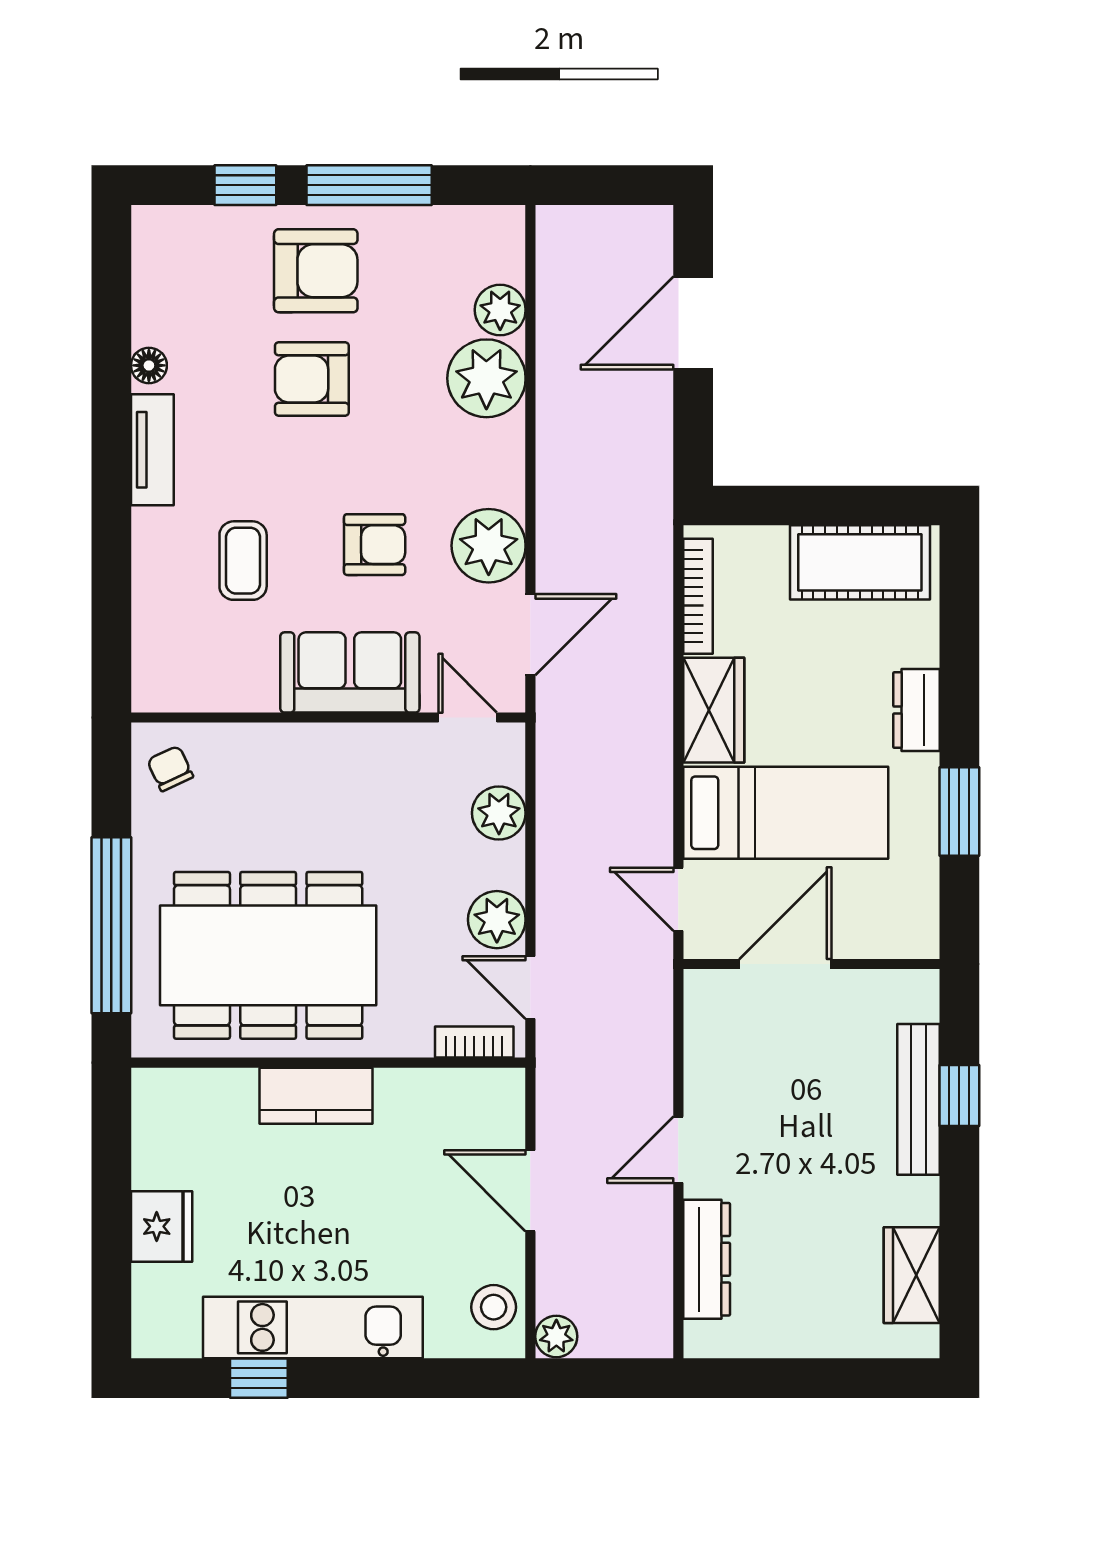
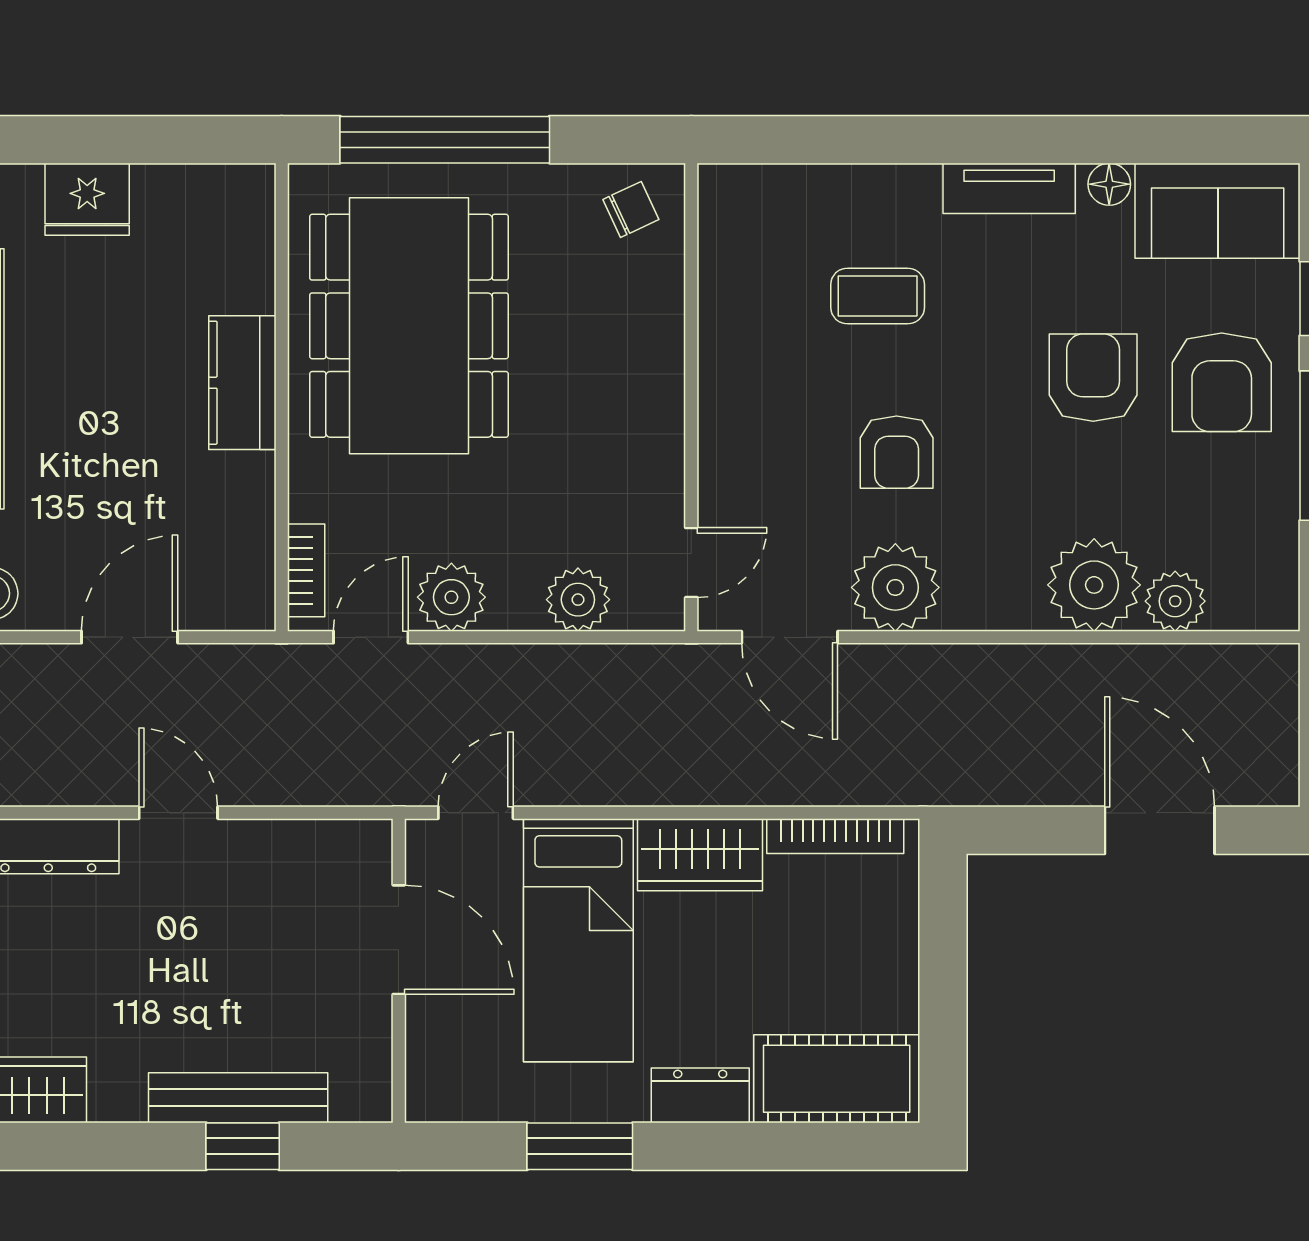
cot: (860, 562) -> (837, 1079), moved, turned 90
sofa: (350, 672) -> (1218, 211), moved, turned 90

